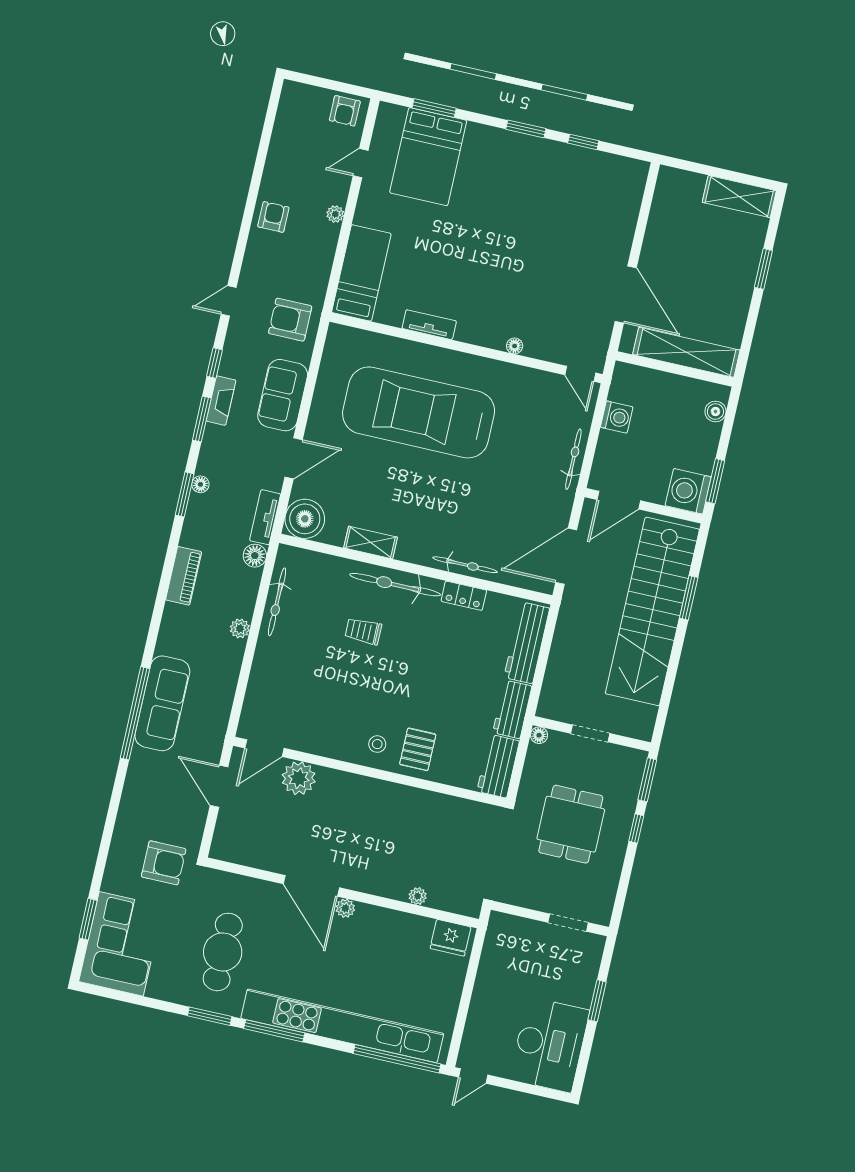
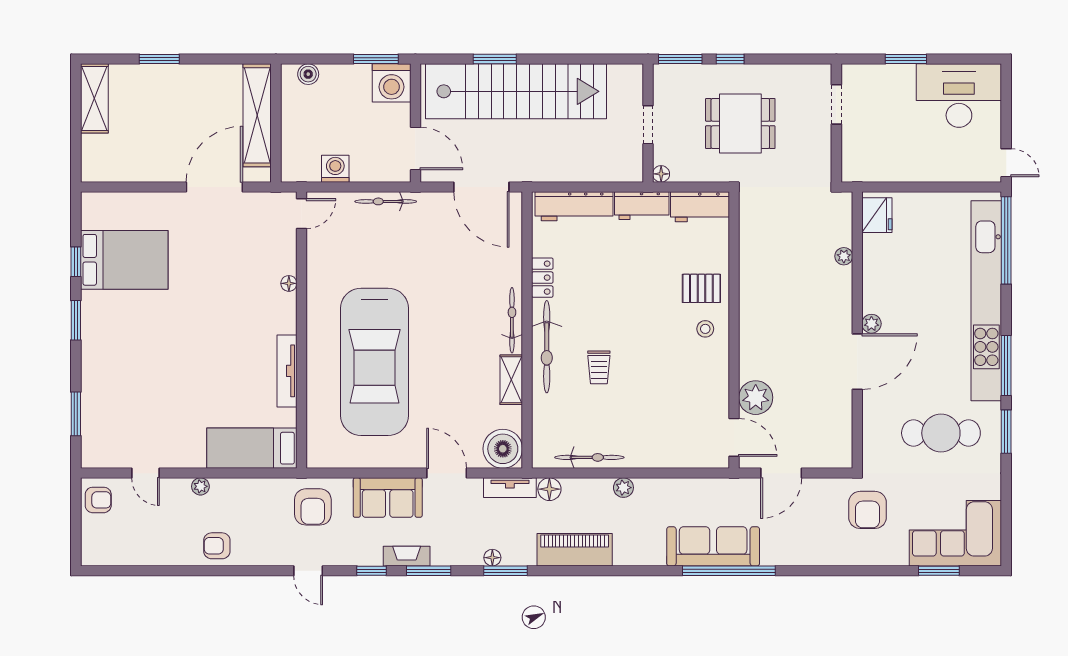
bed: (428, 157) -> (124, 260), moved
tv unit: (429, 325) -> (287, 371), width x1.41
bicycle: (465, 565) -> (512, 320), moved
piano: (184, 576) -> (575, 550), width x1.37, depth x1.33
armchair: (164, 863) -> (868, 510), turned 180

